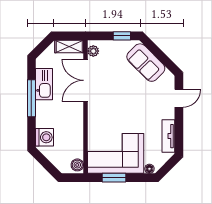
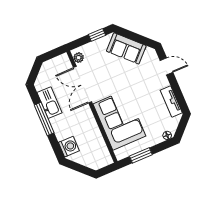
shelving: (69, 46) -> (57, 62), removed
door: (179, 98) -> (166, 66), hinge flipped
corner sofa: (116, 153) -> (119, 120), moved, turned 90
boiler: (77, 165) -> (106, 158), removed

